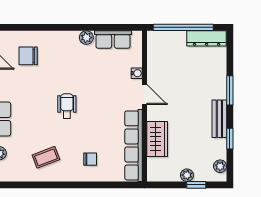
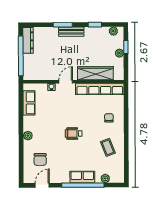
plant: (86, 38) -> (28, 136), moved
bench: (219, 119) -> (71, 32), moved
wardrobe: (157, 139) -> (95, 73), width x1.50

